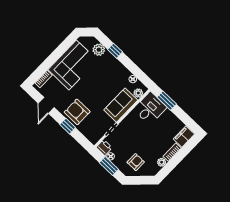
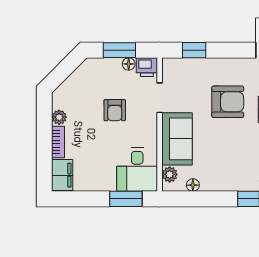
armchair: (77, 112) -> (228, 102), moved
window: (68, 126) -> (194, 50), moved
armchair: (136, 162) -> (115, 110), moved

